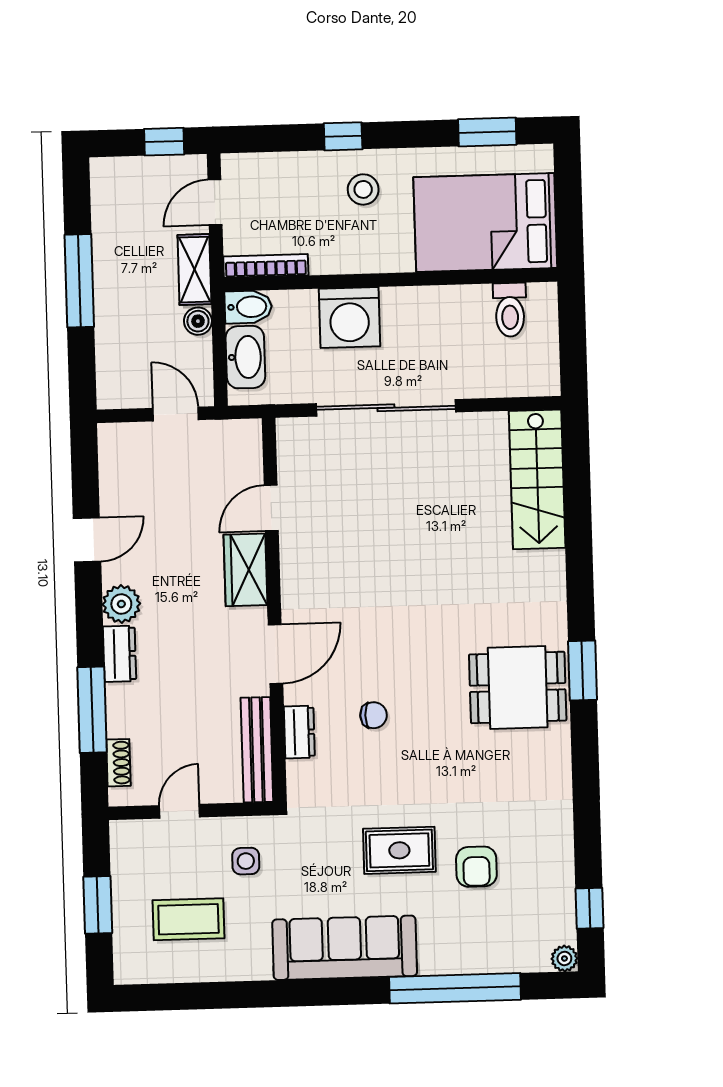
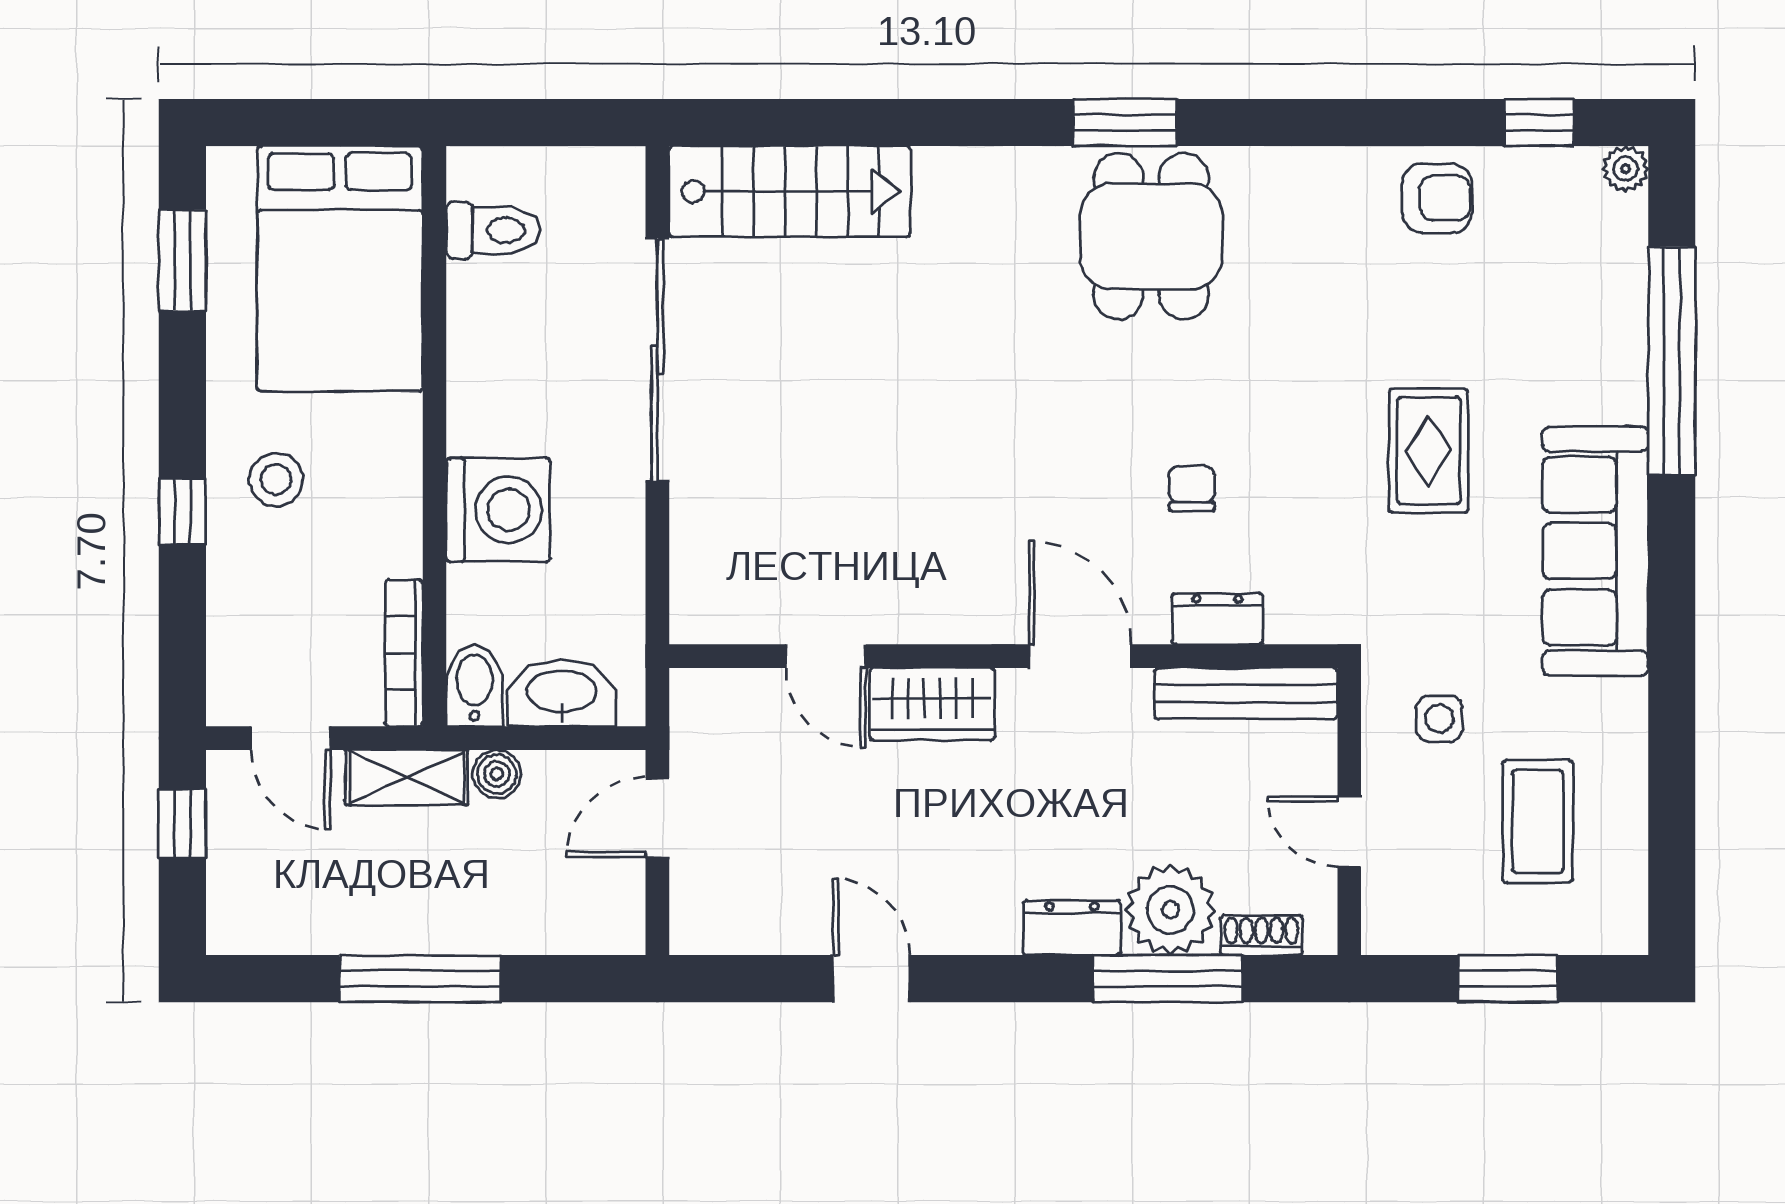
sliding door: (386, 408) -> (657, 360), moved
plant: (121, 604) -> (1170, 910), moved, width x1.36, depth x1.36
armchair: (476, 867) -> (1437, 198), moved

